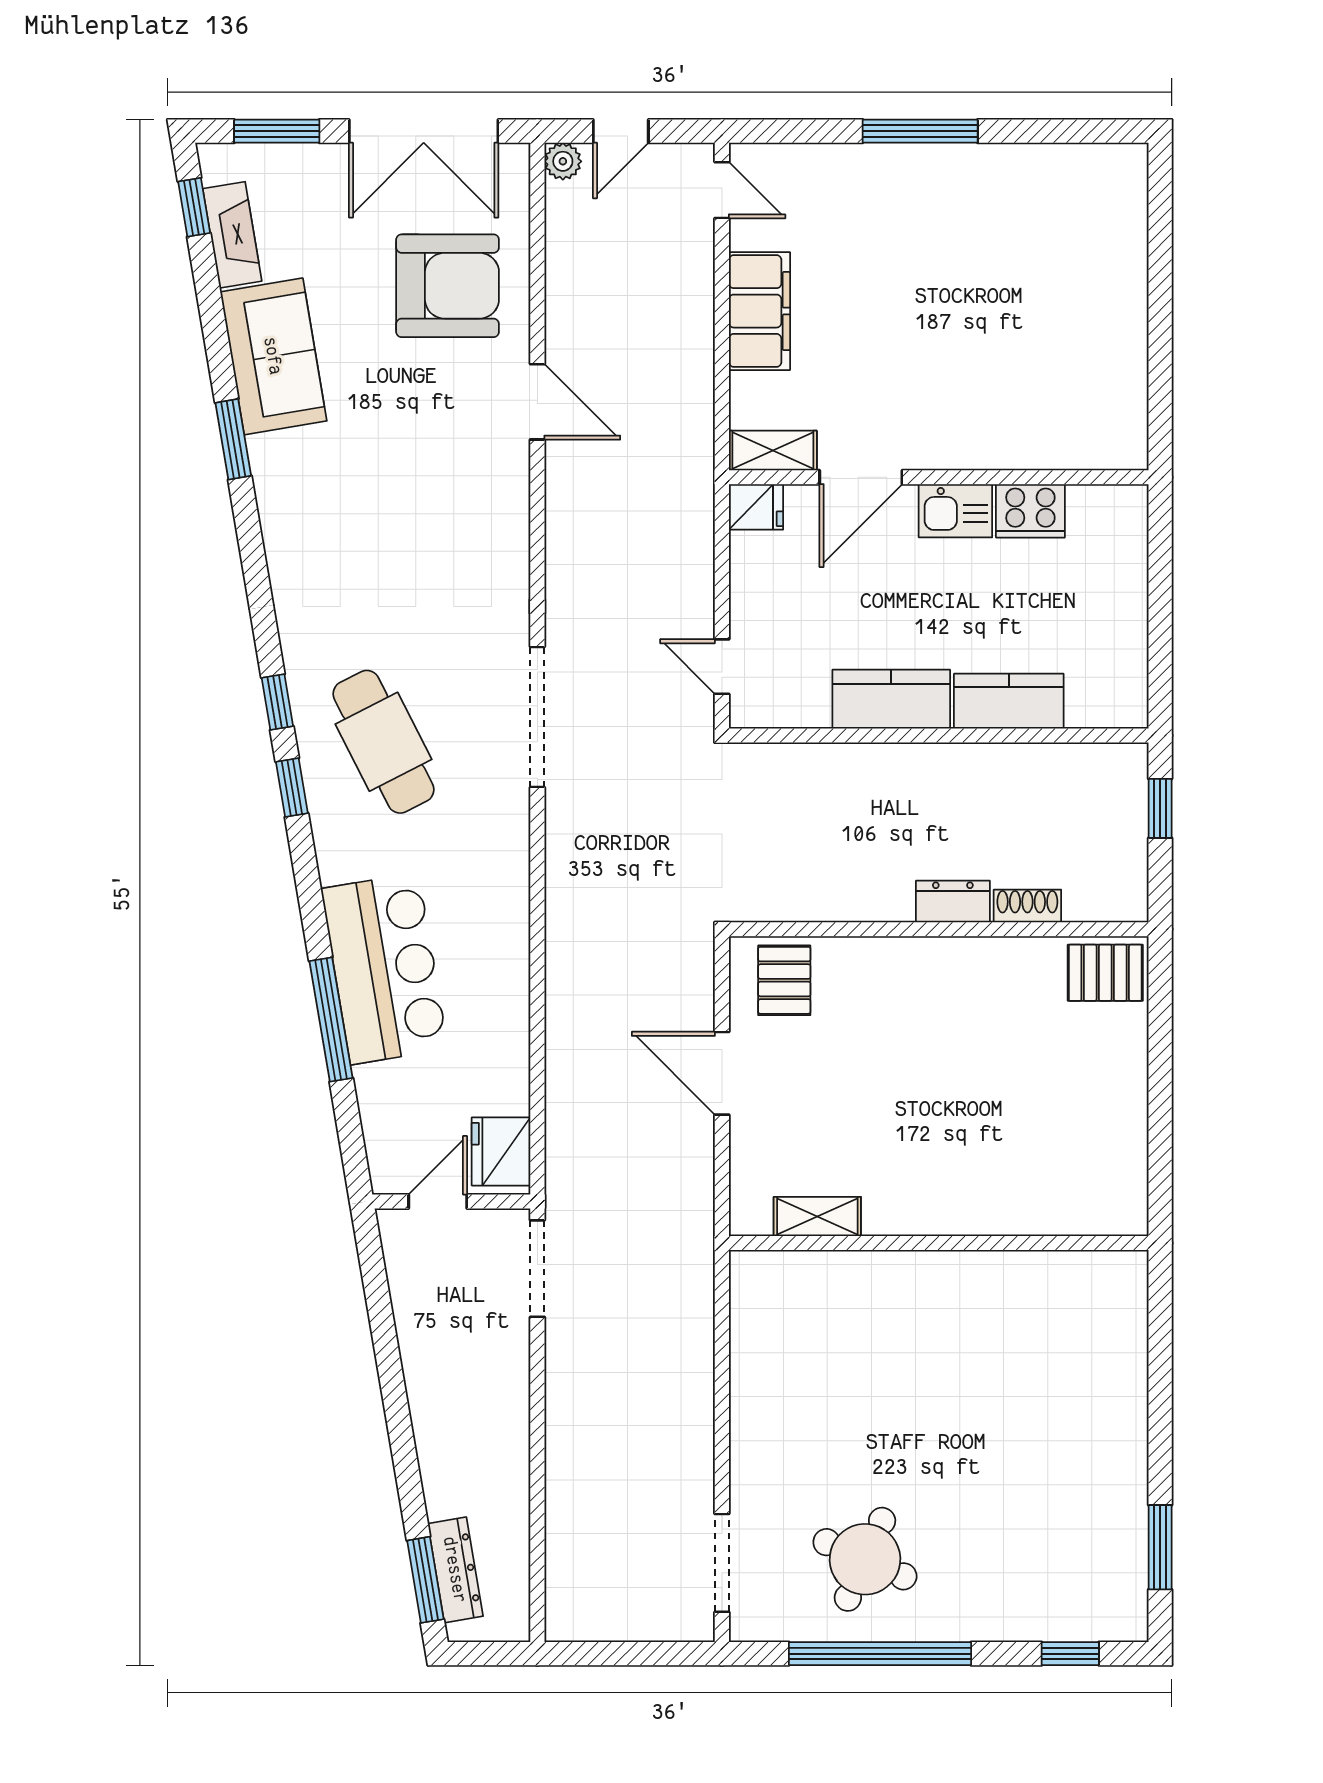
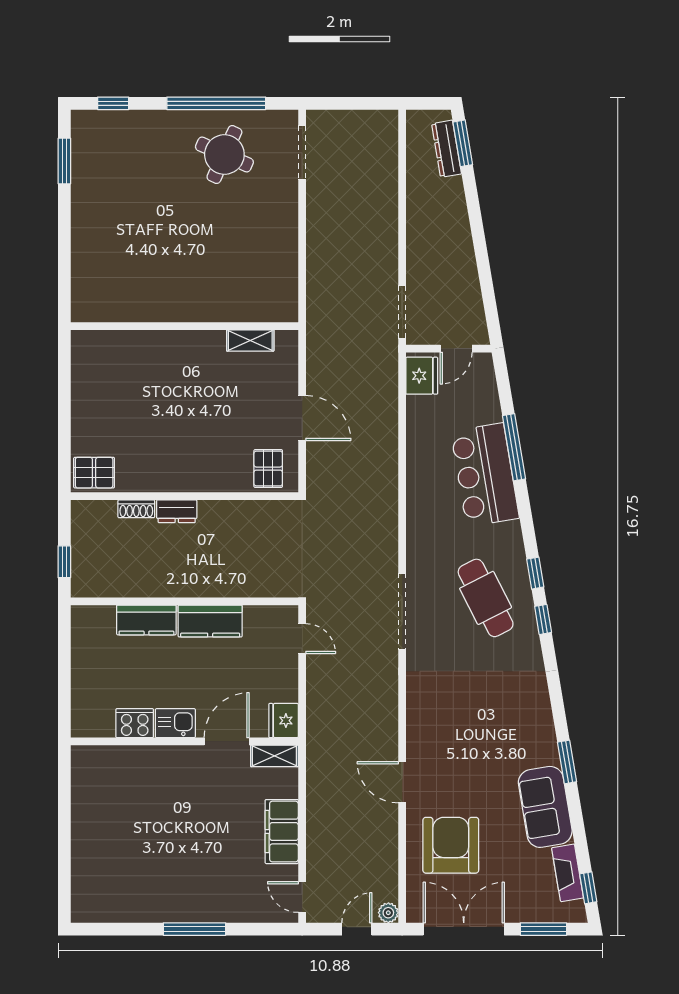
armchair: (448, 286) -> (451, 845), turned 90
fridge: (756, 507) -> (284, 721), width x1.38

